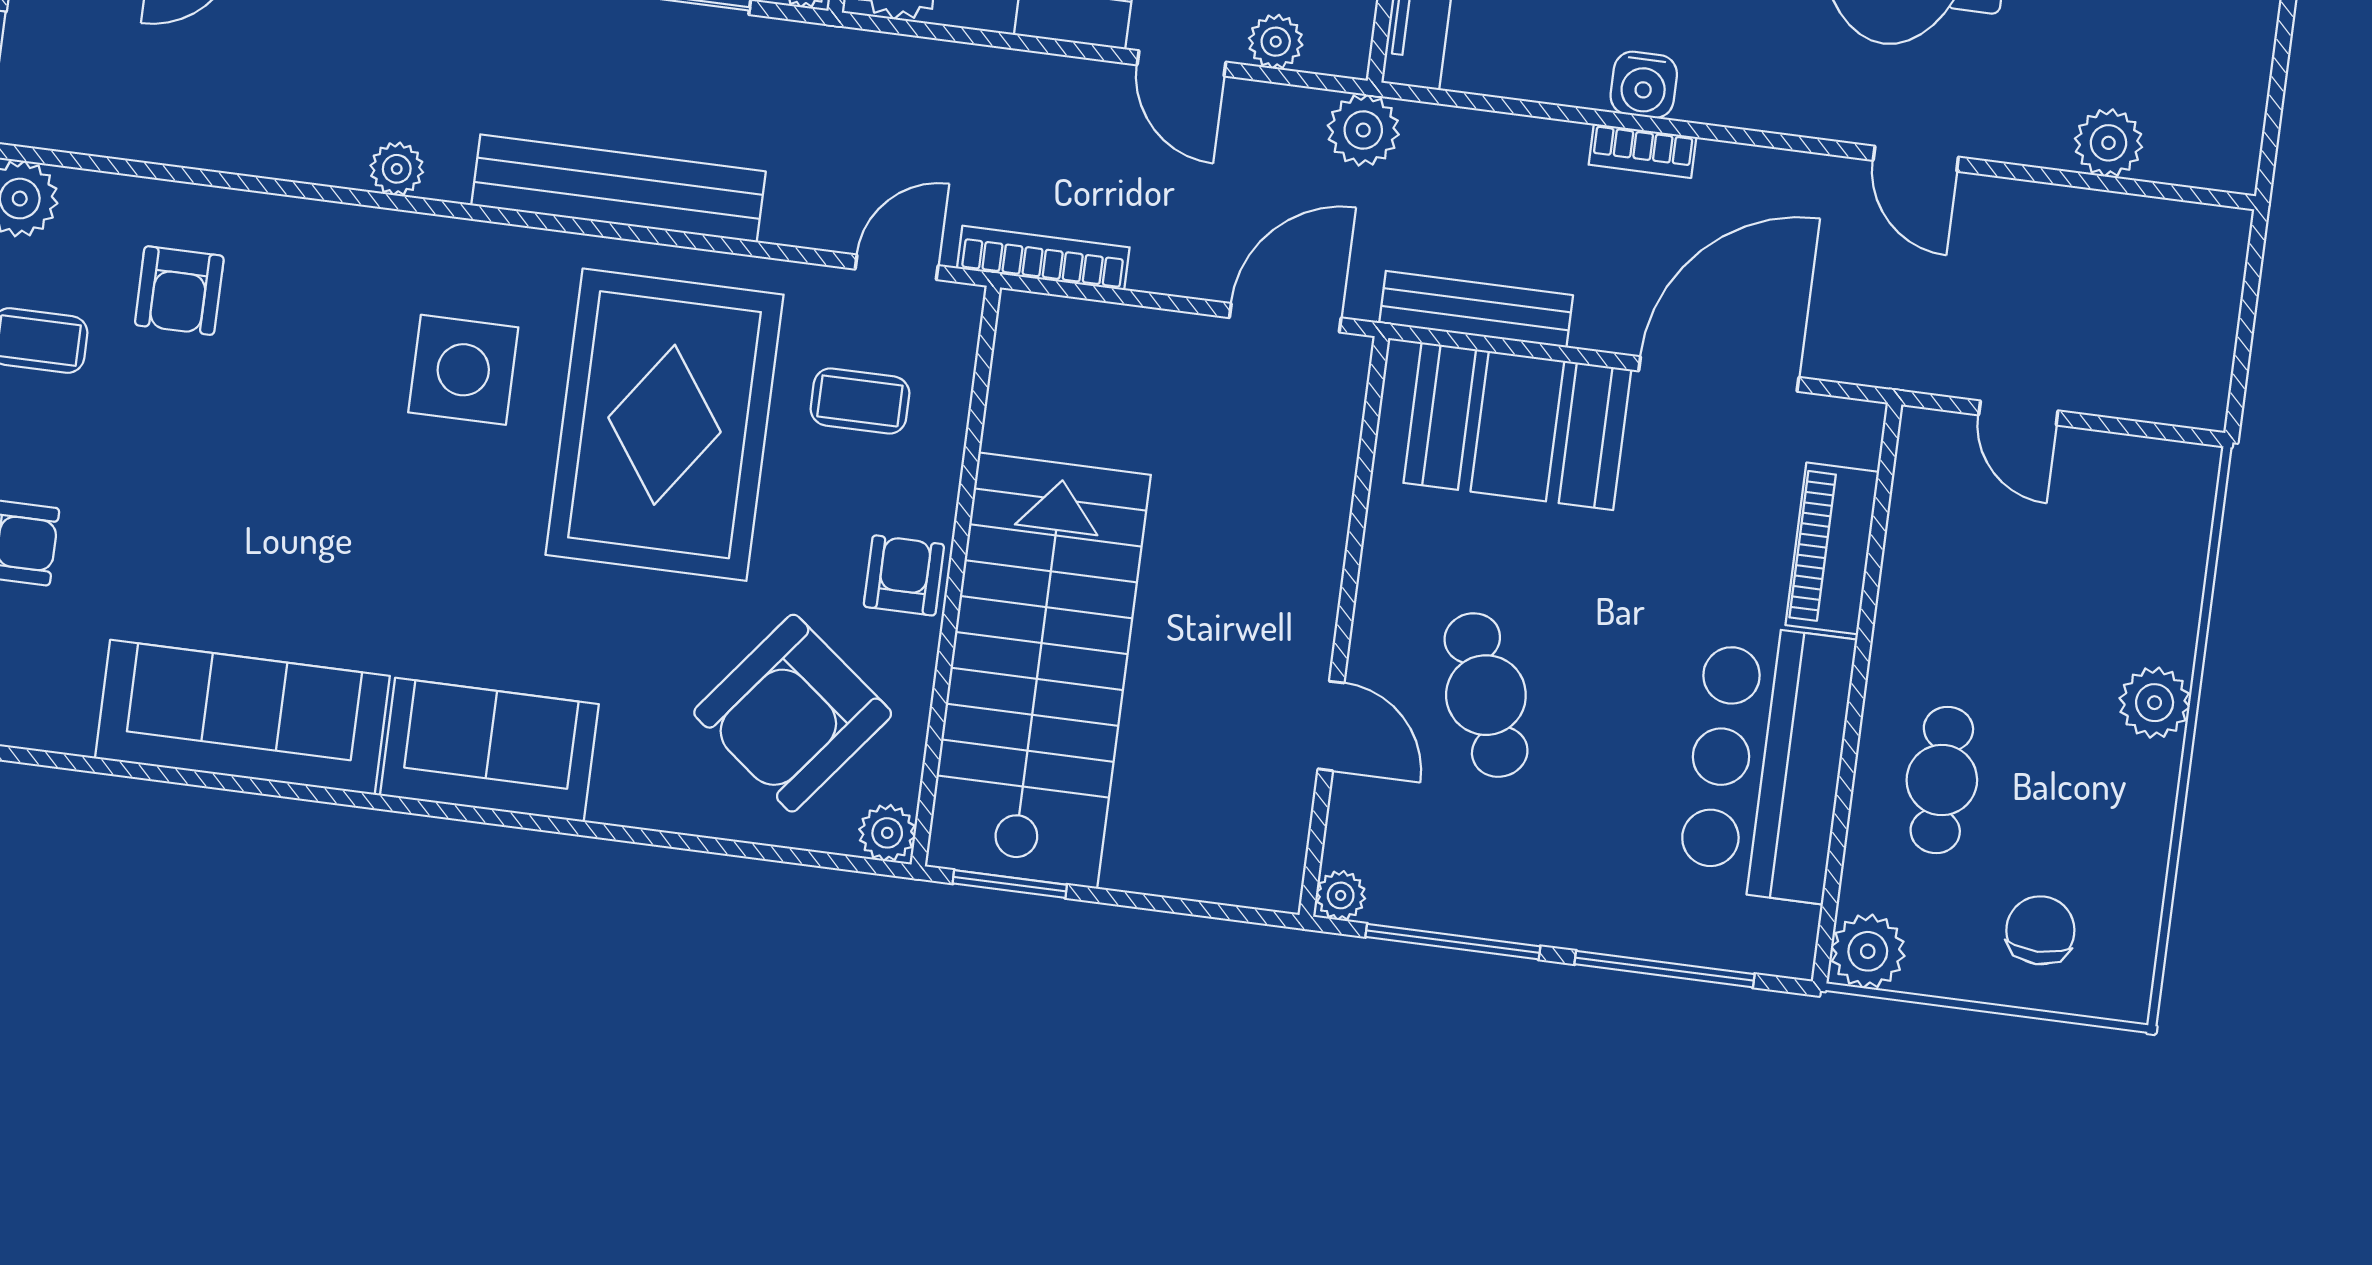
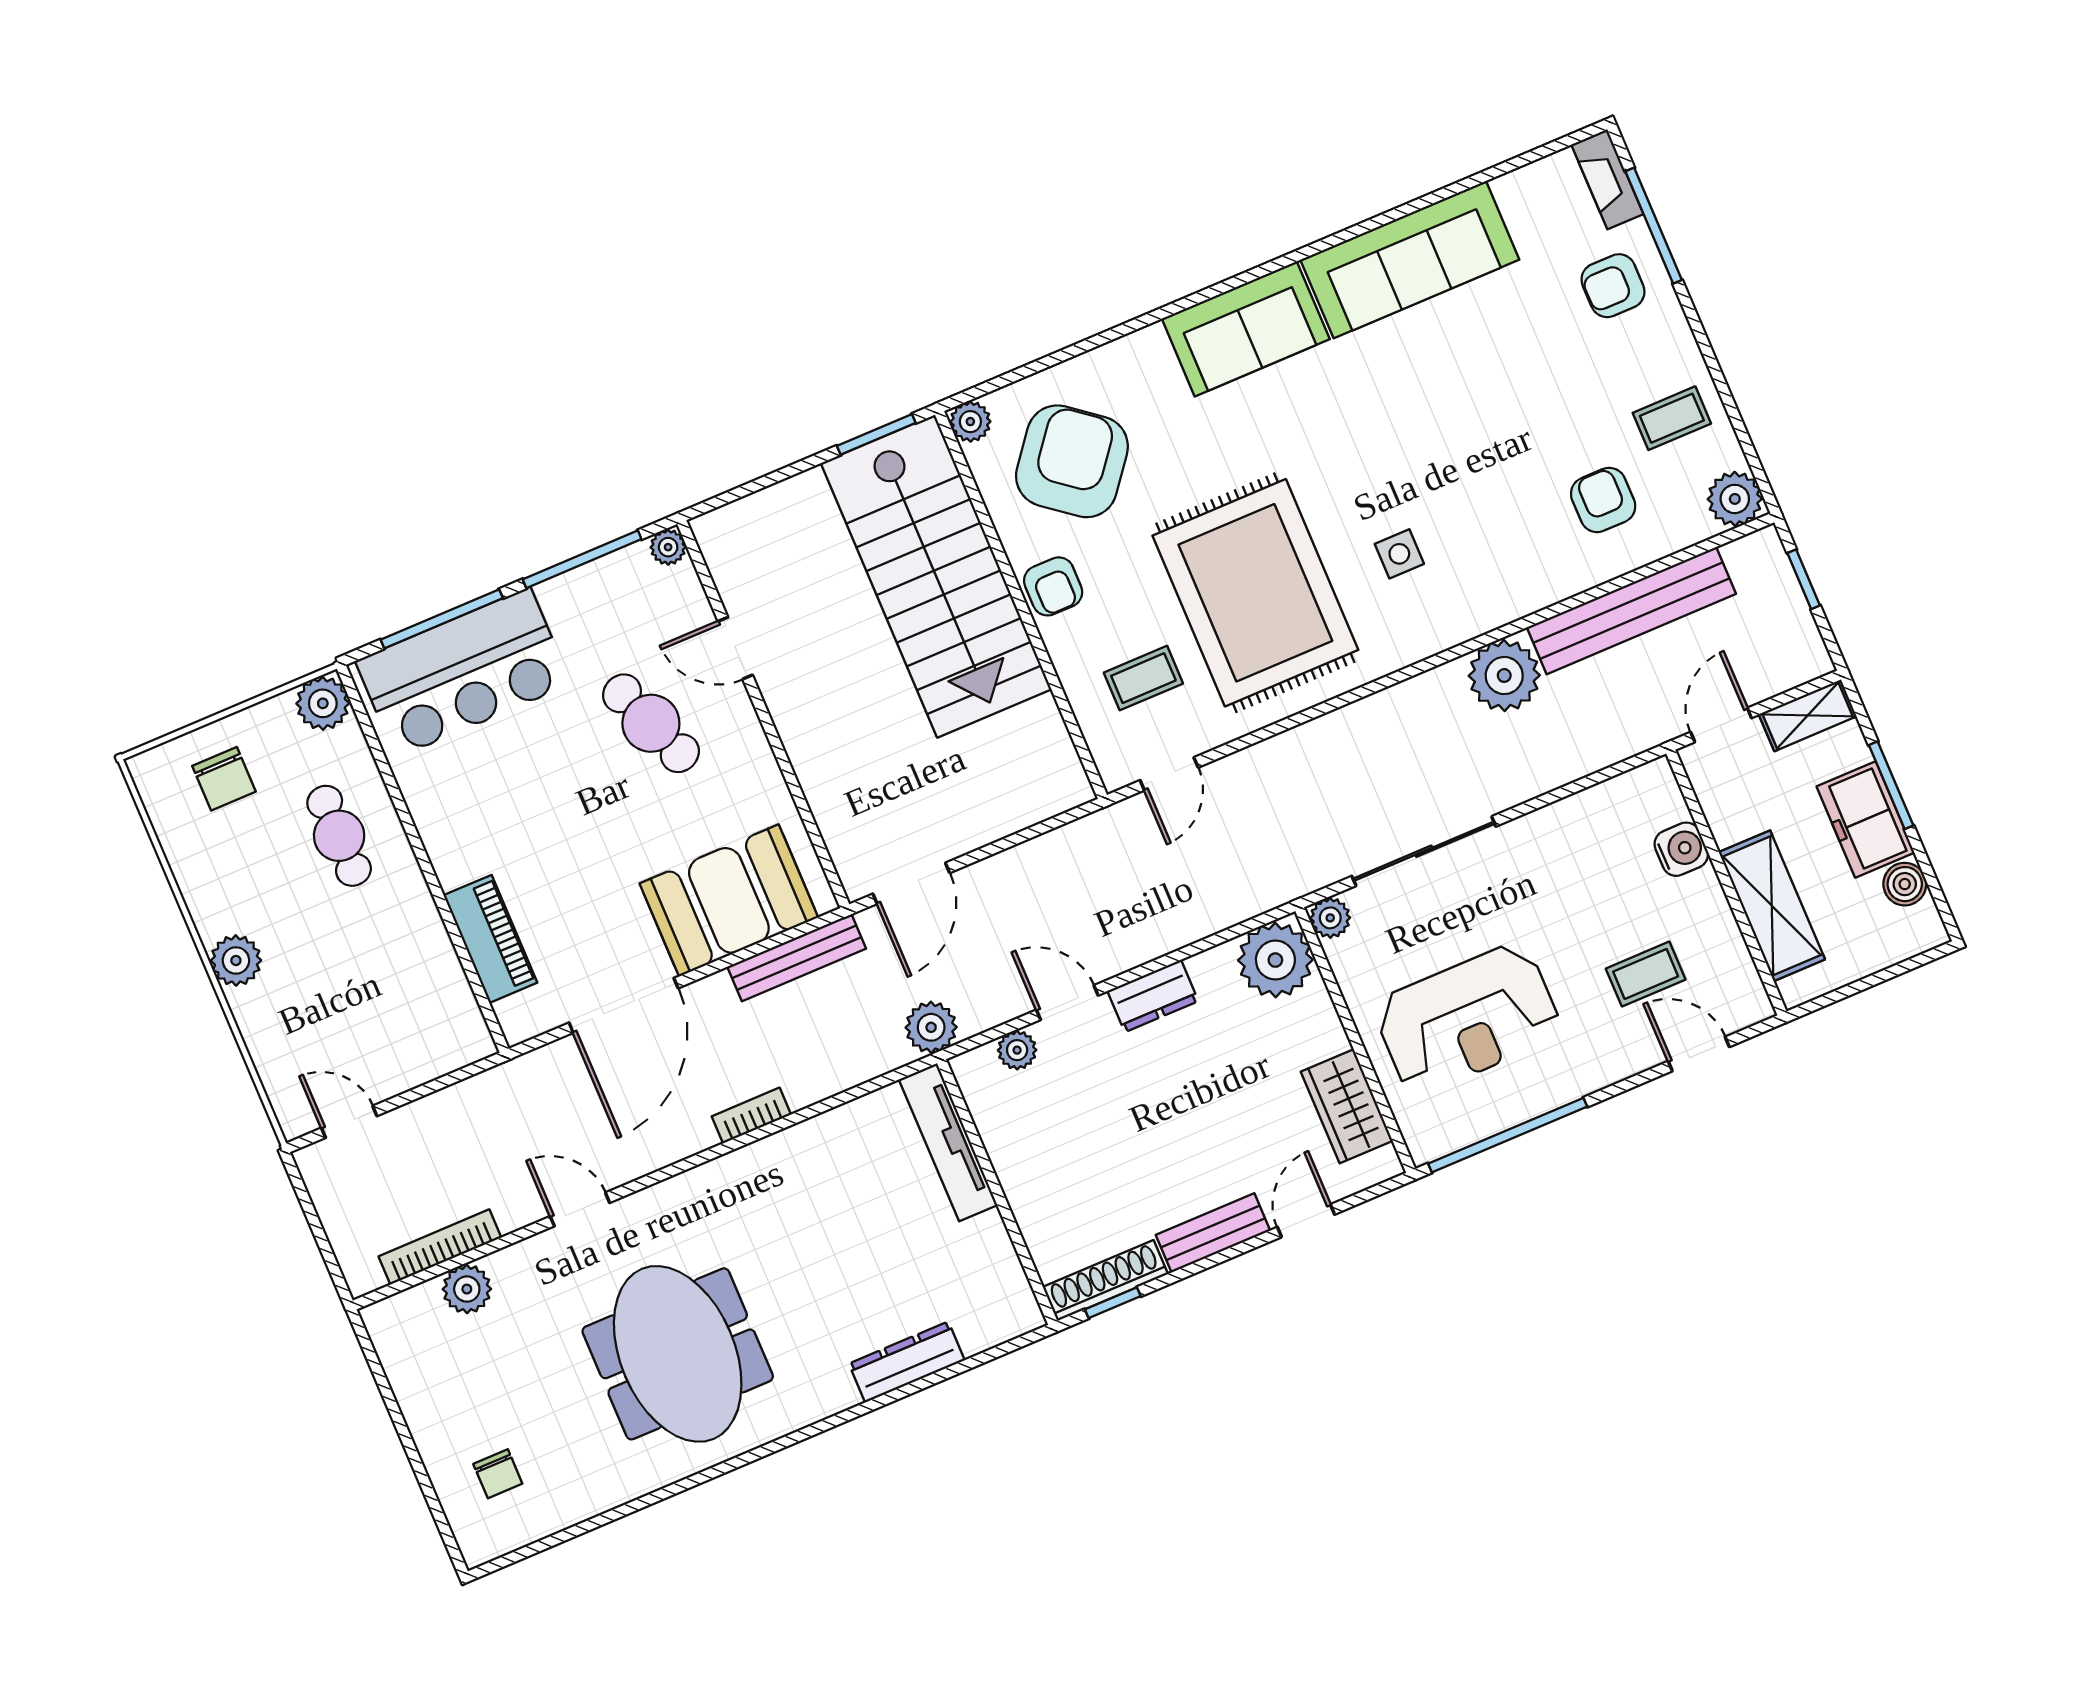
water cooler: (1644, 85) -> (774, 1157), removed
plant: (397, 169) -> (1504, 676), width x1.87, depth x1.87
bench: (618, 188) -> (1631, 611), moved
bookcase: (1043, 258) -> (440, 1247), moved, turned 180
side table: (463, 370) -> (1399, 554), width x0.54, depth x0.54
door: (2018, 413) -> (349, 1122), moved
bar counter: (1767, 763) -> (463, 672), moved, turned 90

